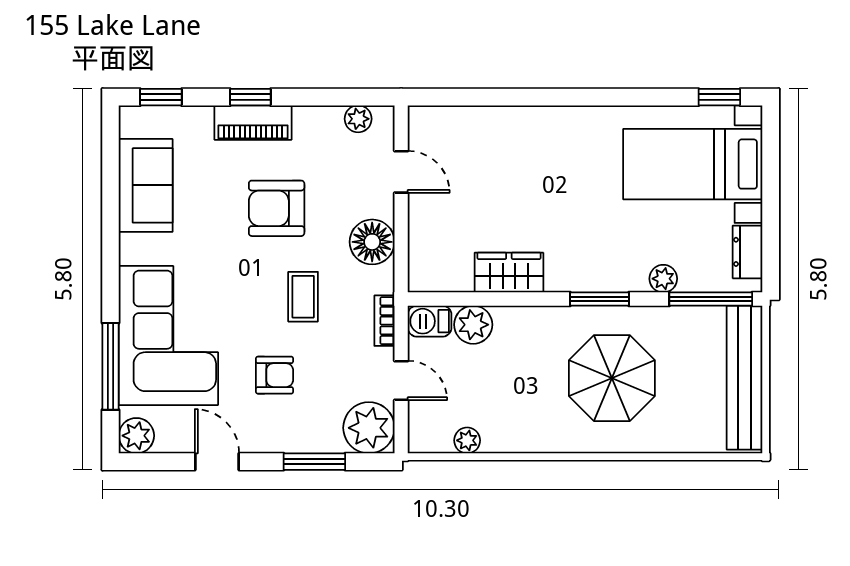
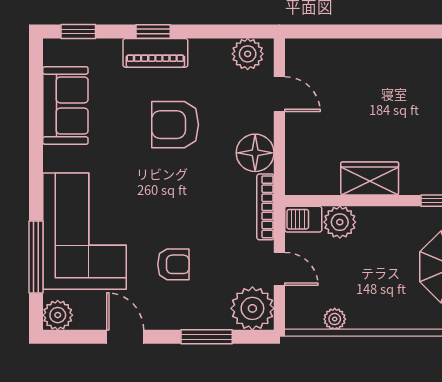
plant: (358, 119) -> (248, 54), width x1.38, depth x1.38
coffee table: (303, 297) -> (197, 199), removed
bookcase: (384, 321) -> (265, 207), width x1.56

